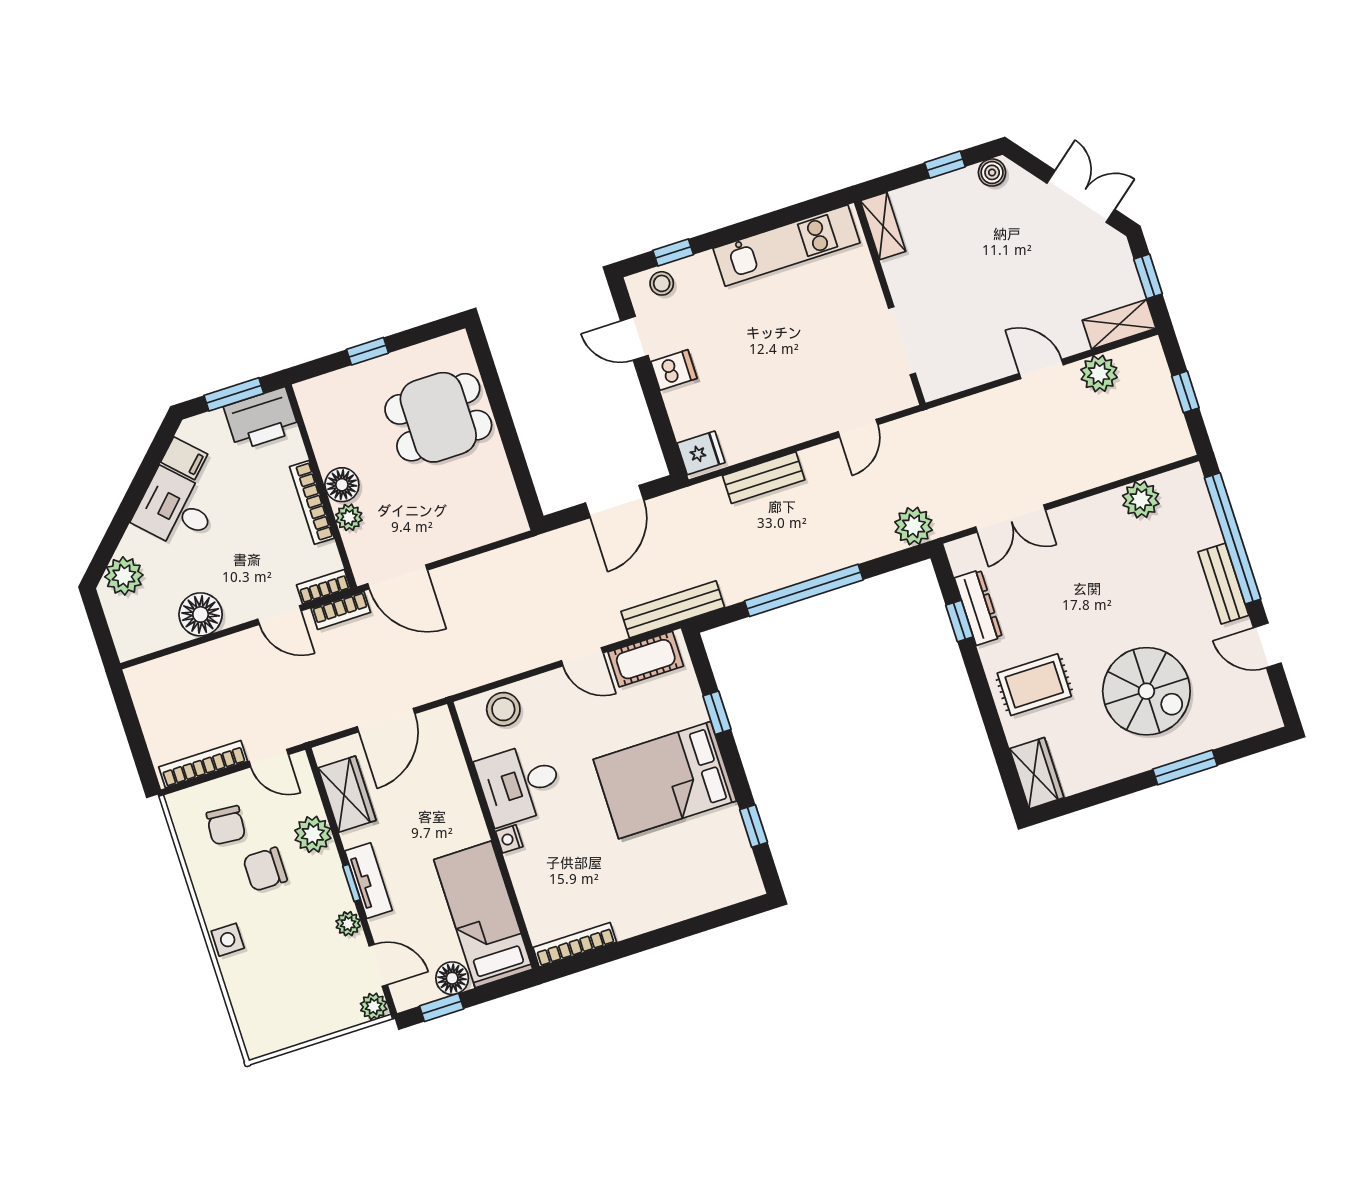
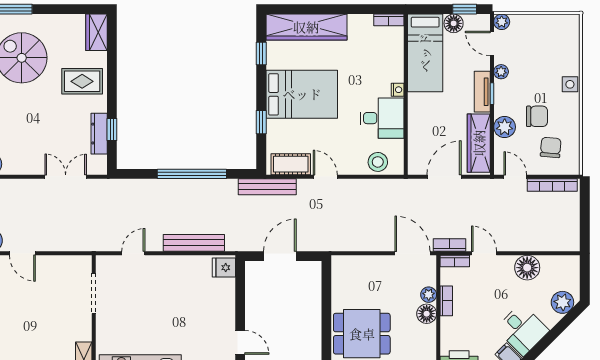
dishwasher: (674, 370) -> (224, 318), removed
bench: (764, 478) -> (194, 243), width x1.36
bookcase: (312, 502) -> (446, 301), width x0.64
plant: (914, 526) -> (120, 190), removed
wardrobe: (347, 794) -> (479, 143), width x1.50
wardrobe: (693, 894) -> (306, 27), added
bookcase: (575, 945) -> (389, 20), width x0.64

